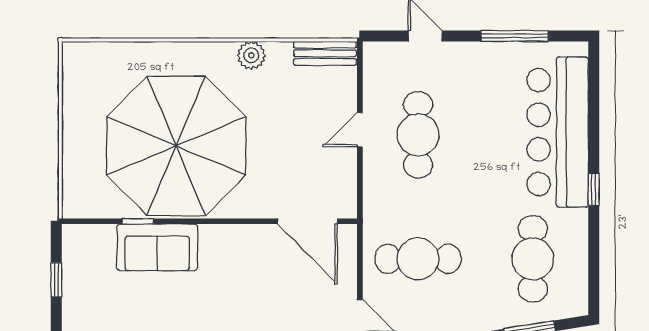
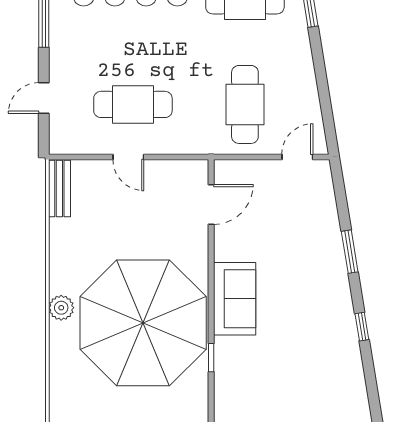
plant: (251, 55) -> (61, 308), moved
door: (307, 221) -> (211, 204), width x0.73
sofa: (157, 247) -> (235, 299), moved

